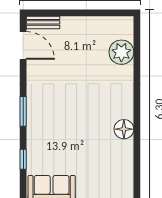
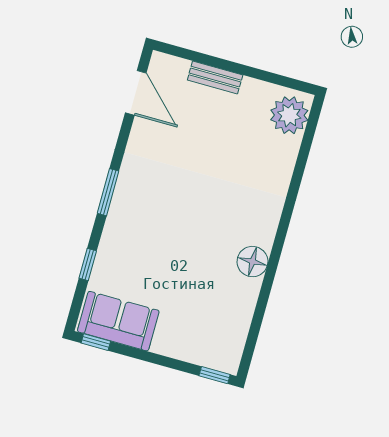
bench: (43, 22) -> (215, 77), moved
plant: (121, 52) -> (289, 115), moved

